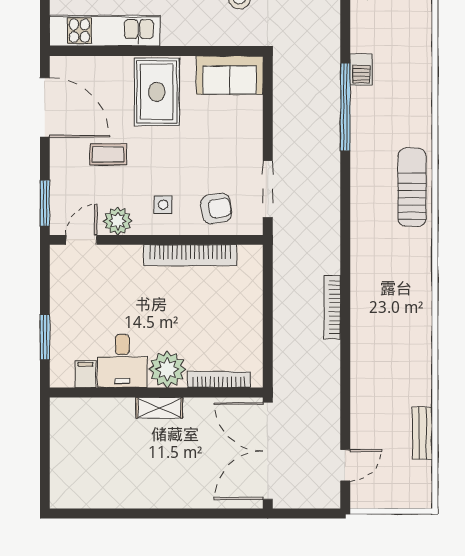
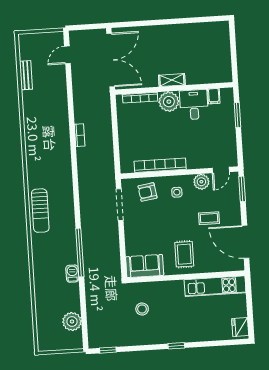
rug: (157, 92) -> (184, 254), width x0.73, depth x0.70
bookcase: (332, 307) -> (80, 135), width x0.64

